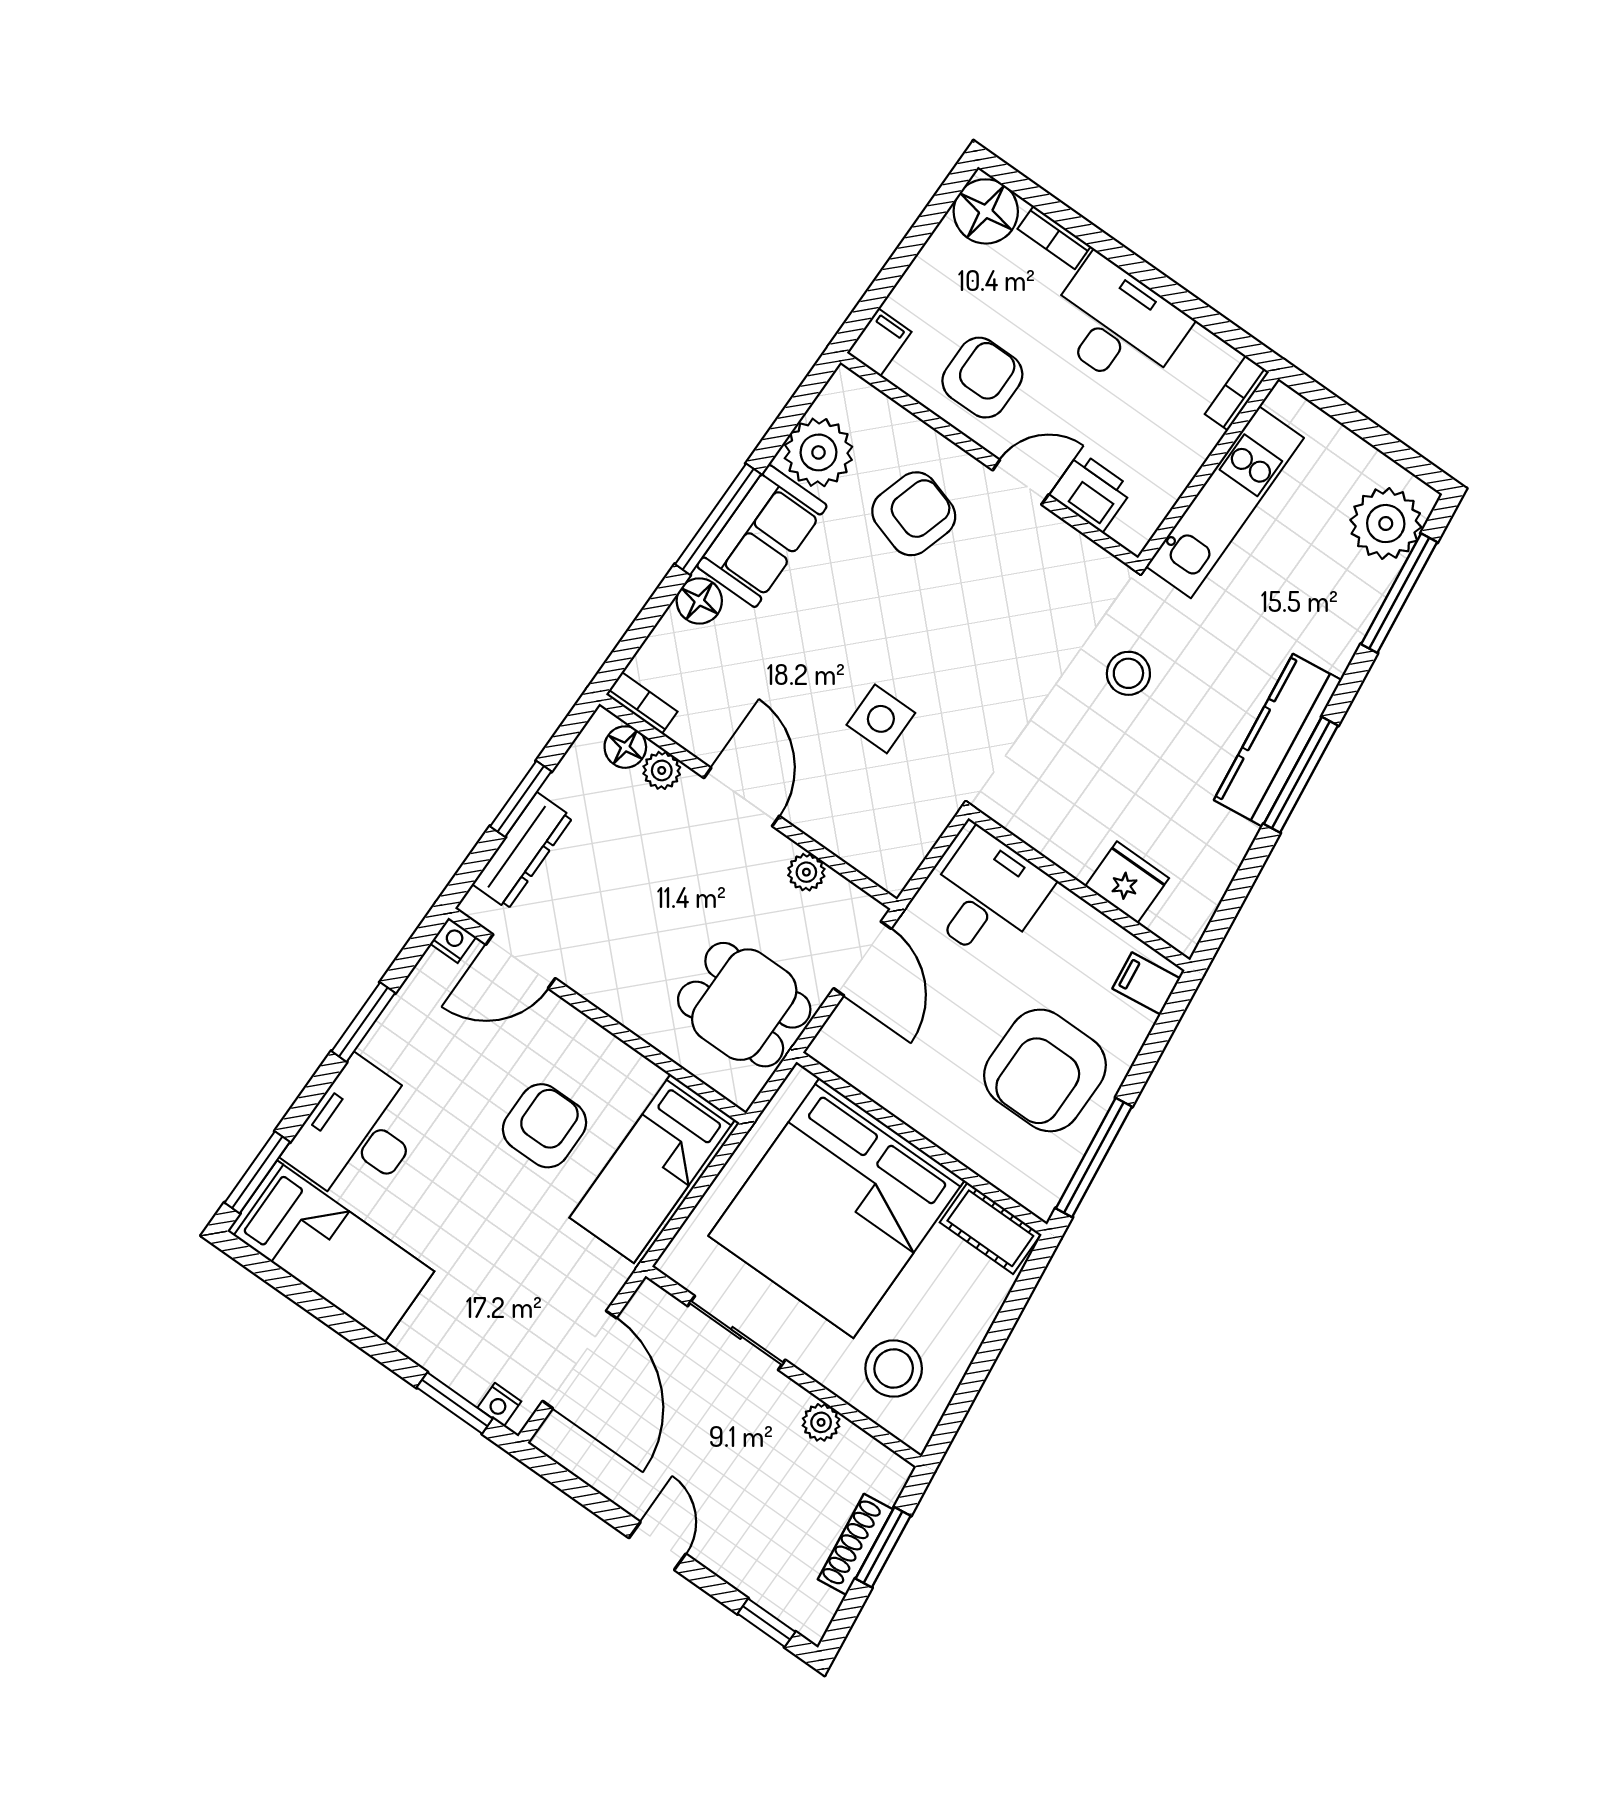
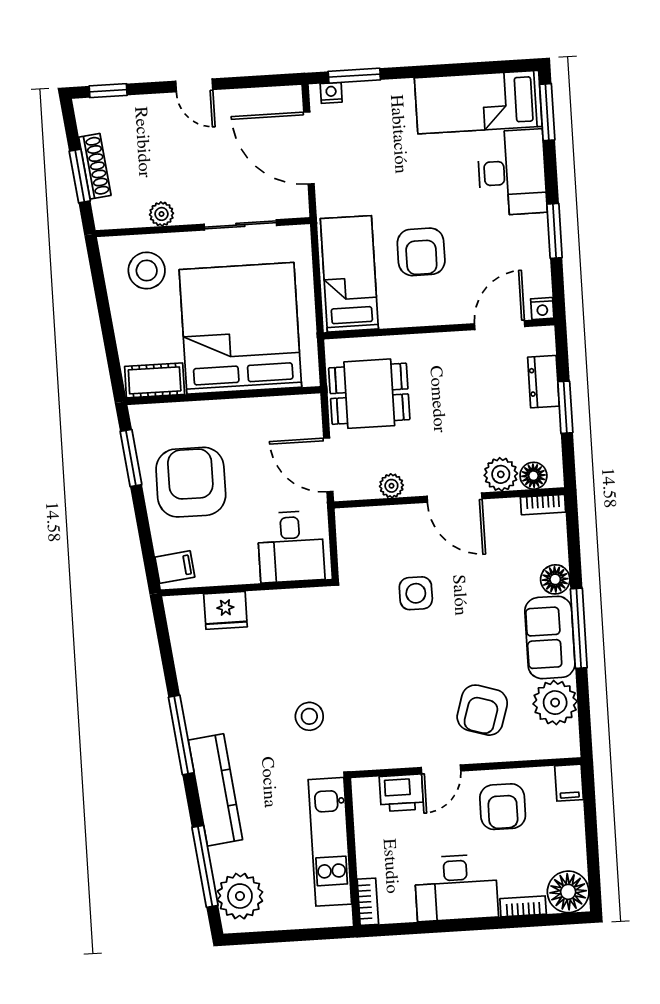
kitchen counter: (1278, 740) -> (215, 790), moved
plant: (662, 770) -> (501, 474), width x1.38, depth x1.38
dresser: (522, 851) -> (543, 382), width x0.70
window: (1094, 1157) -> (131, 458), width x0.69

